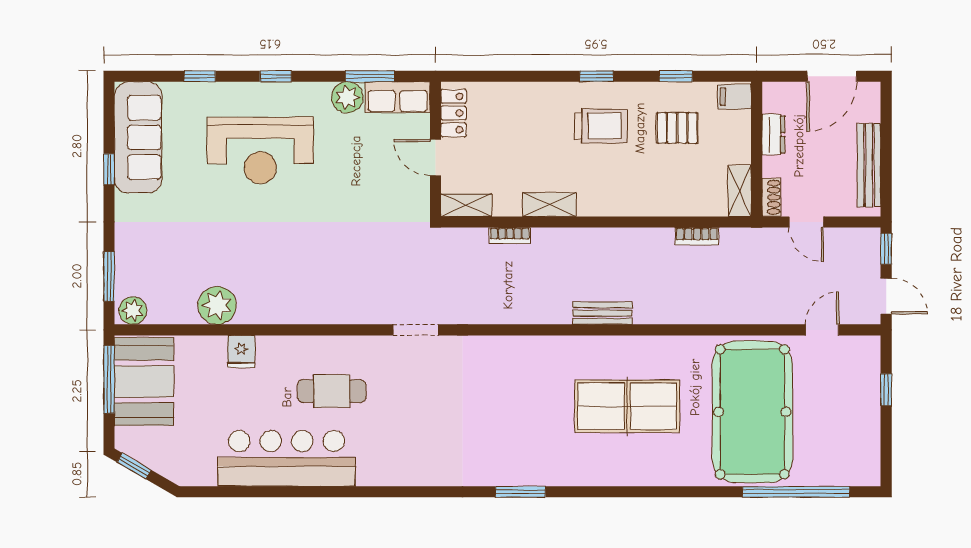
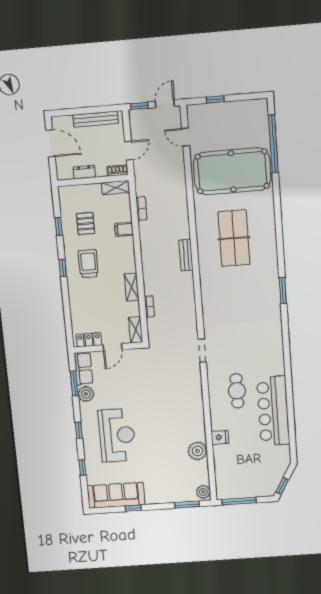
filing cabinet: (735, 97) -> (124, 229), moved, turned 90
booth: (144, 381) -> (239, 484), removed

